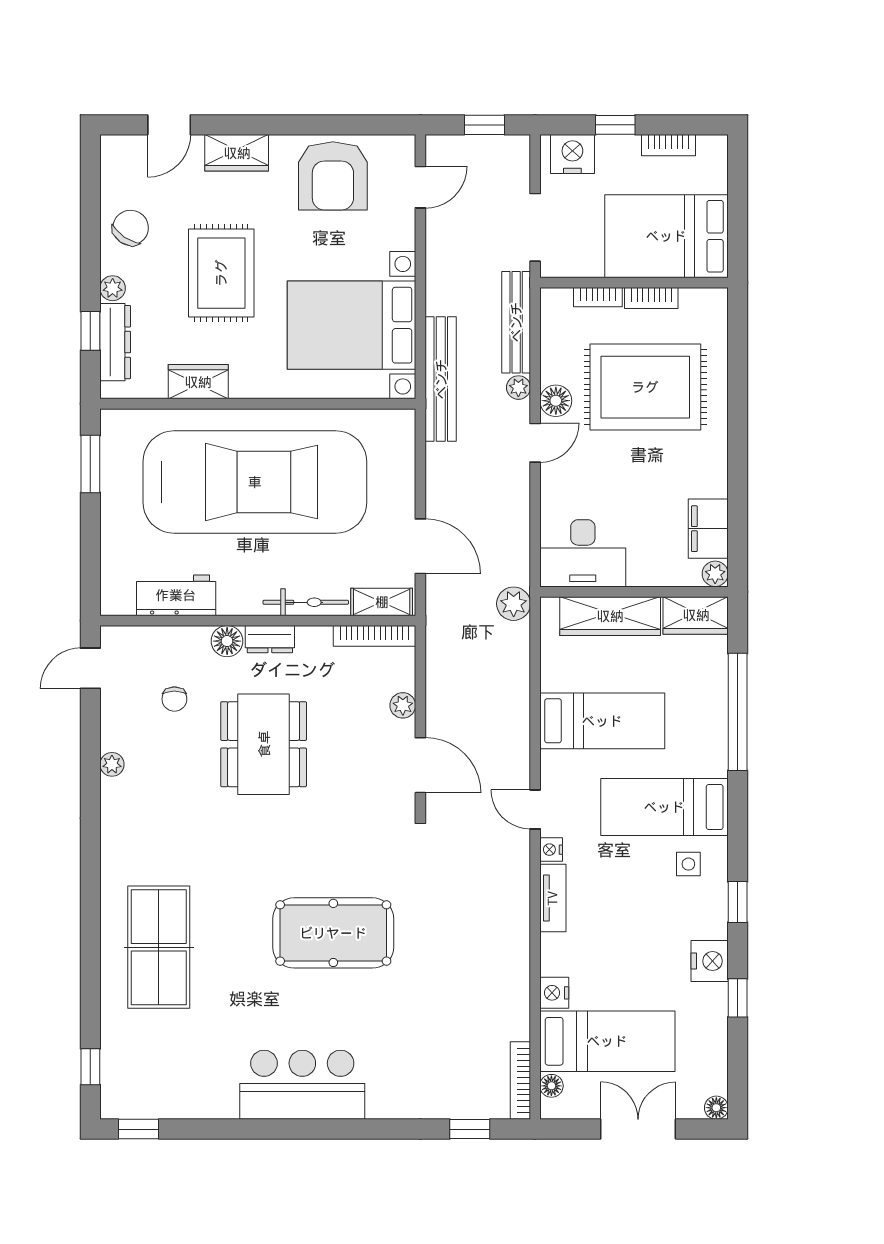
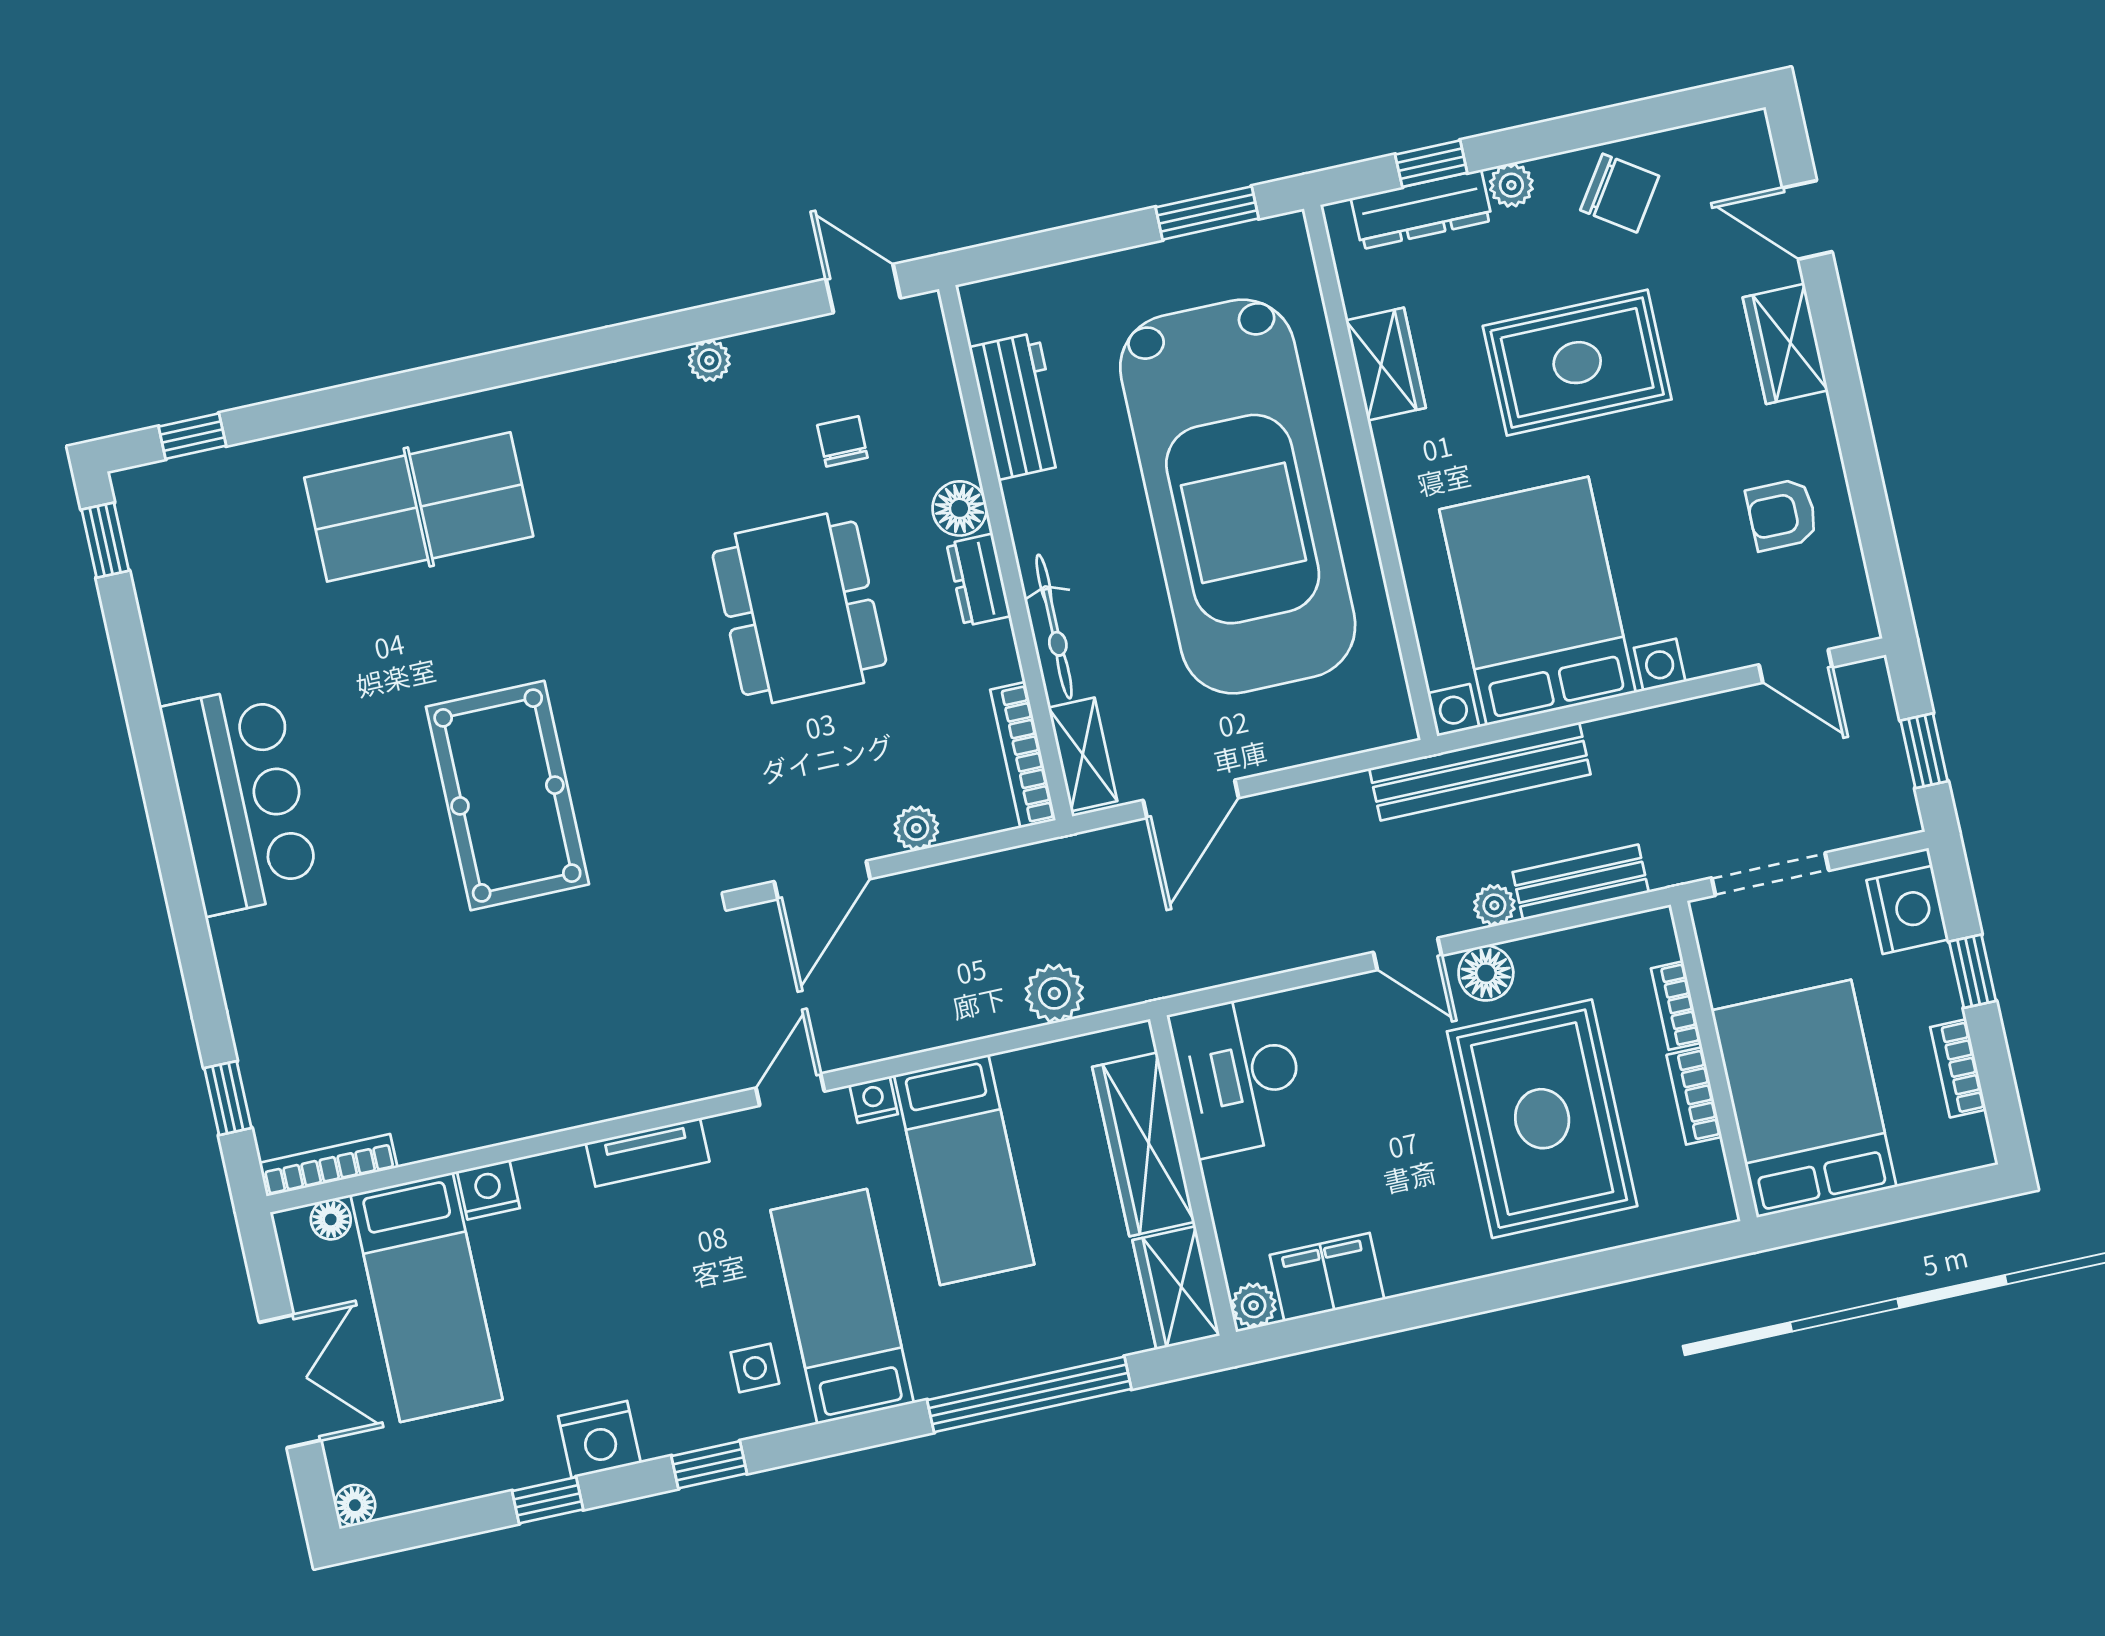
armchair: (333, 176) -> (1782, 515), width x0.53, depth x0.53
bench: (516, 322) -> (1581, 882), width x0.73
plant: (514, 604) -> (1054, 993), moved
chair: (174, 699) -> (842, 441), turned 90
dining table: (264, 744) -> (799, 608), turned 90
nightstand: (551, 850) -> (874, 1100), moved

